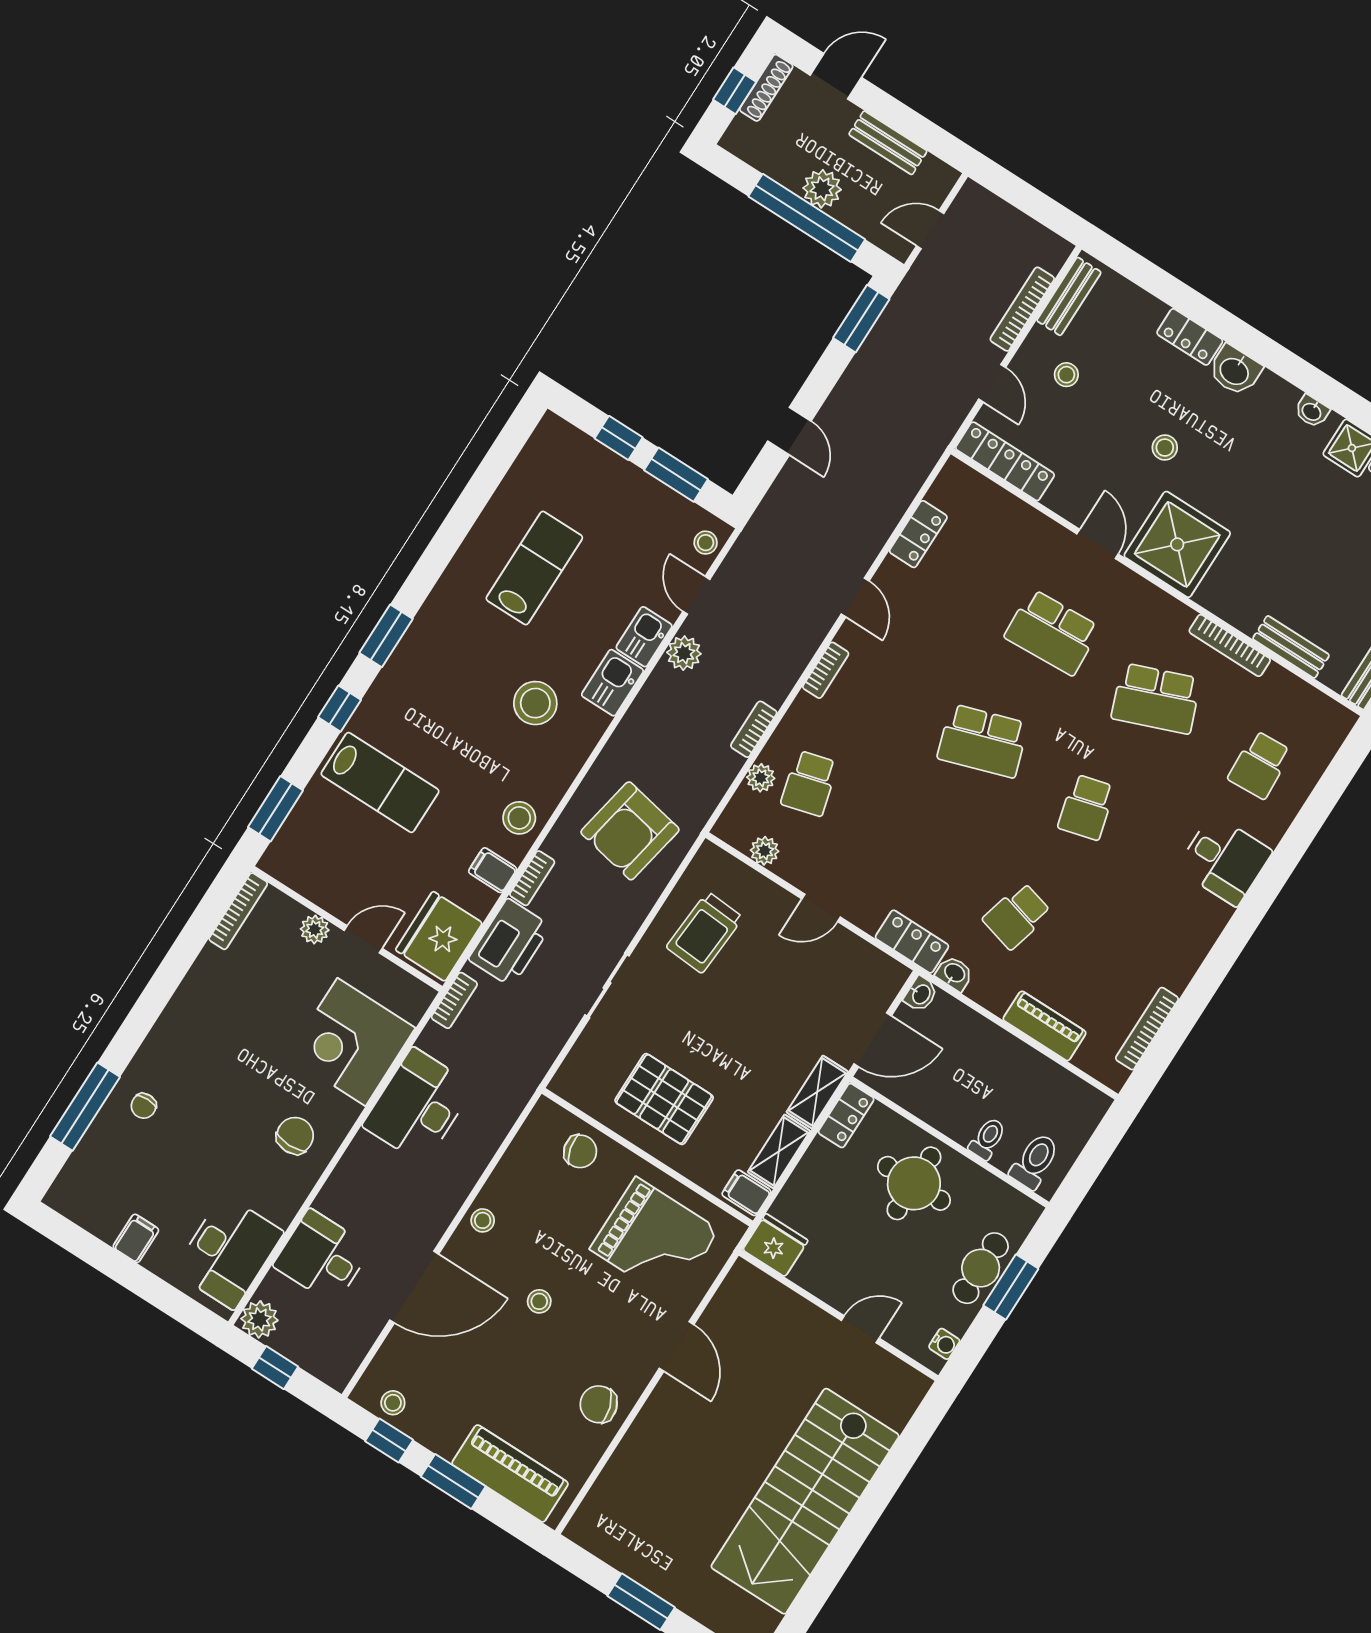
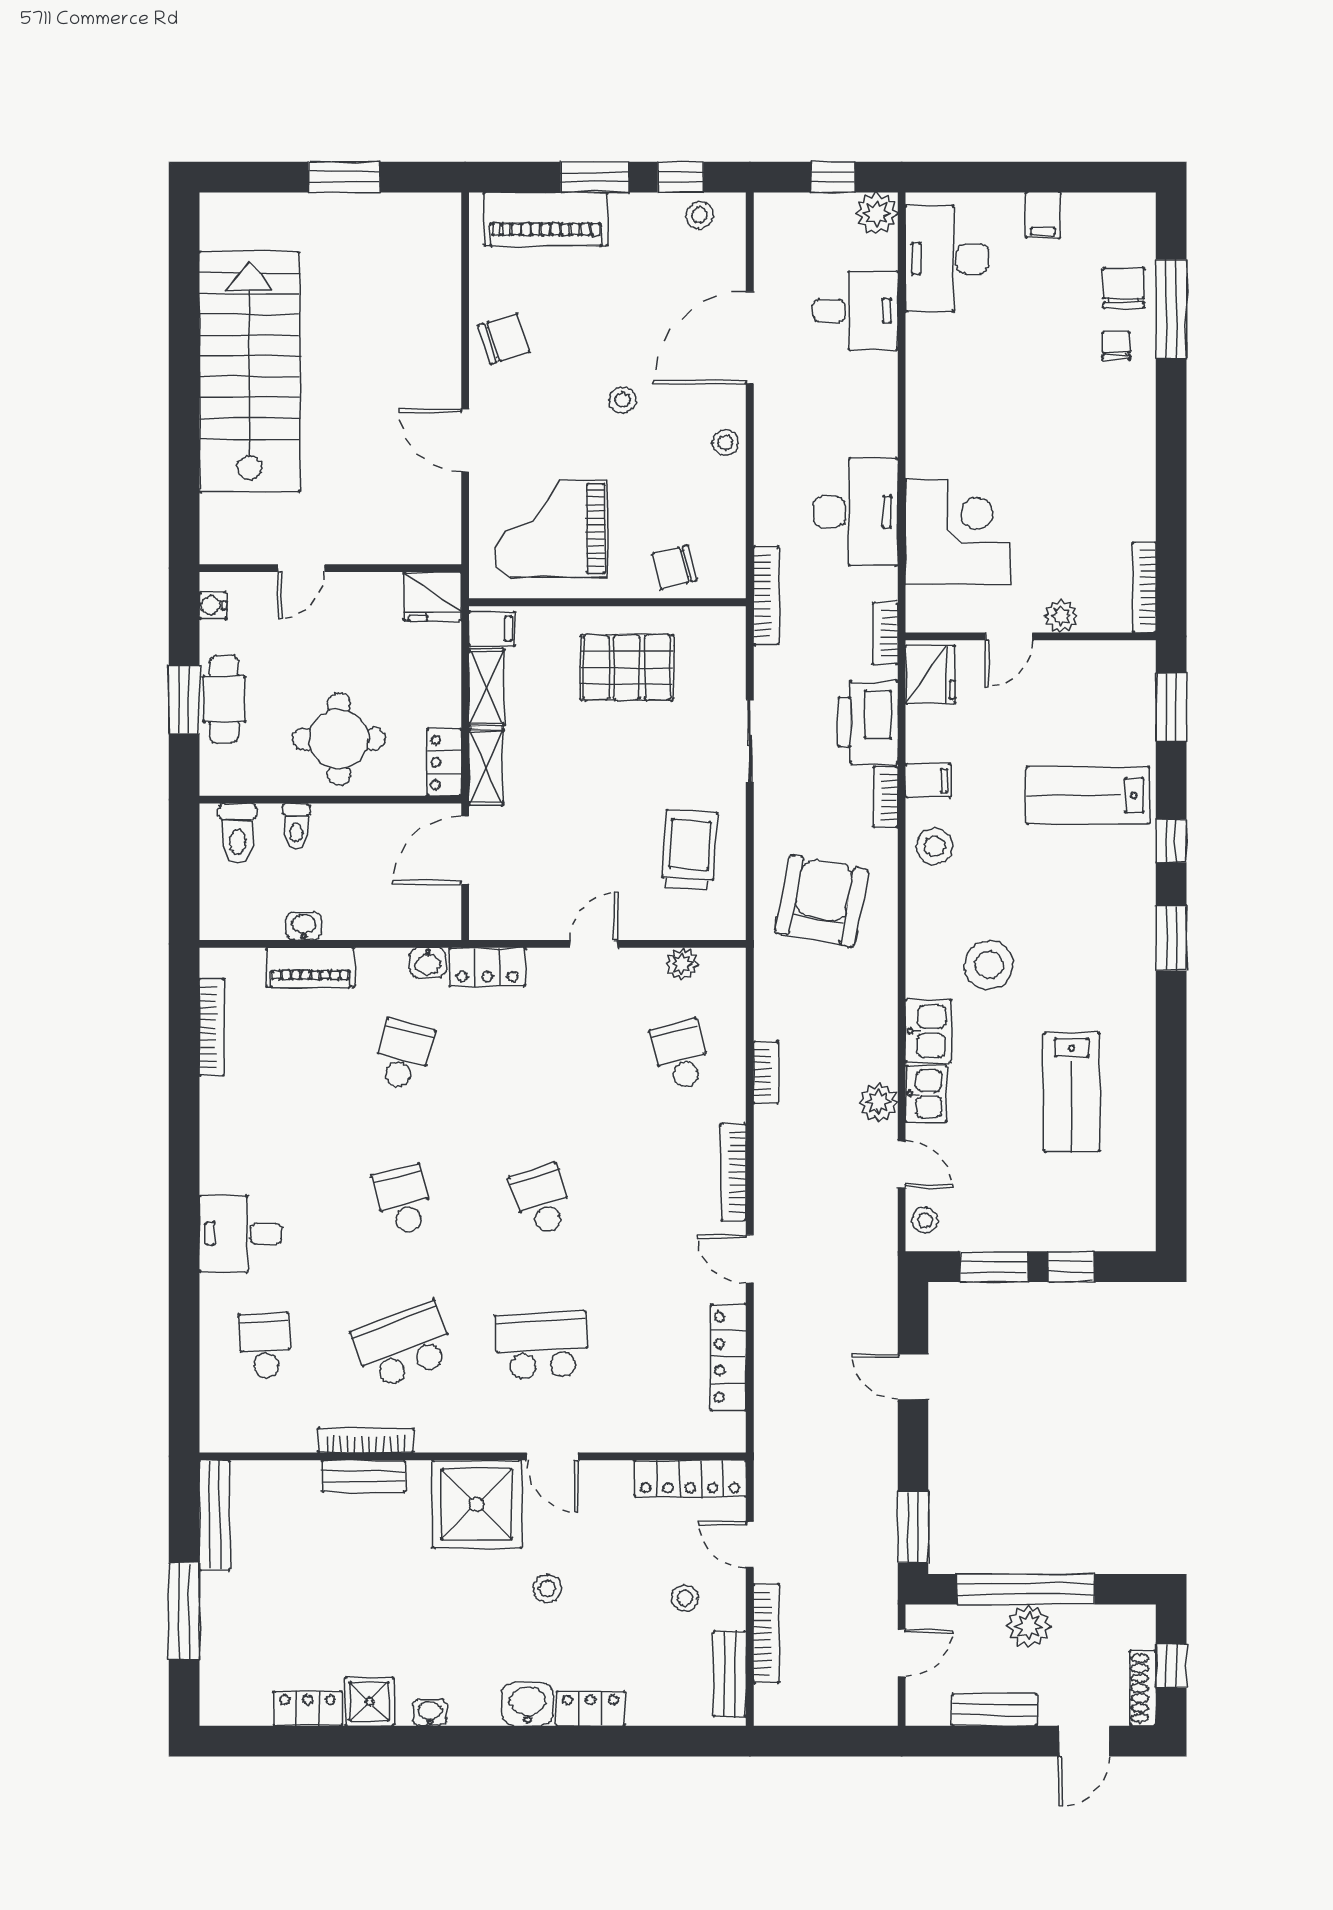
locker: (918, 534) -> (728, 1357), width x1.53
bench: (1291, 647) -> (363, 1476), moved
bookcase: (826, 670) -> (734, 1172), width x1.56
school desk: (983, 741) -> (542, 1200), width x0.54
plant: (761, 778) -> (730, 1031), removed
fridge: (439, 936) -> (930, 675), width x0.73, depth x0.75
washbasin: (921, 994) -> (304, 926), moved, turned 90
bookcase: (525, 1086) -> (766, 596), added
chair: (295, 1136) -> (1124, 288), moved, turned 180

